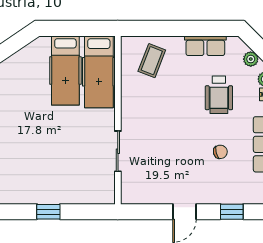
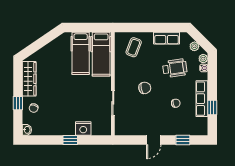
wheelchair: (219, 95) -> (175, 68), turned -98
chair: (170, 127) -> (145, 88), added
nightstand: (70, 193) -> (83, 129), added

